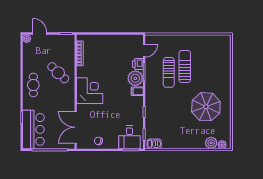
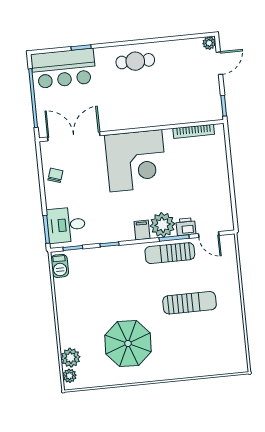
sun lounger: (169, 72) -> (170, 253), moved
cafe table: (58, 73) -> (159, 99), removed
corner desk: (90, 91) -> (136, 161), width x1.36, depth x1.36

